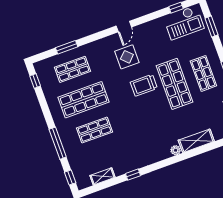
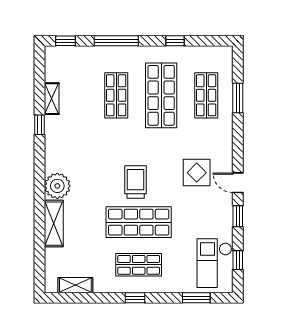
window: (146, 18) -> (238, 216), added
window: (35, 81) -> (175, 41), moved
trolley: (144, 85) -> (136, 182), moved
plant: (176, 150) -> (57, 186), width x1.88, depth x1.88
shelving: (102, 176) -> (52, 99), moved

